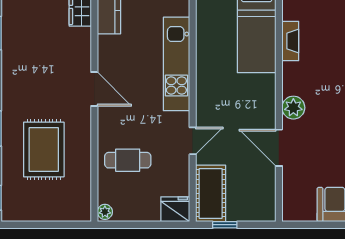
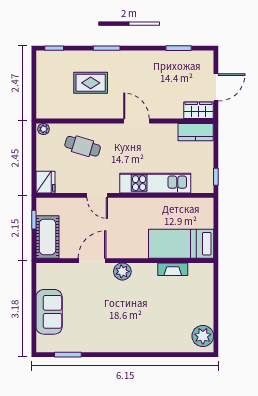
door: (94, 89) -> (136, 121), swing flipped
rug: (44, 150) -> (91, 83), width x0.73, depth x0.70
cafe table: (128, 160) -> (83, 146), turned -73
cot: (211, 193) -> (47, 237), moved, turned 90

